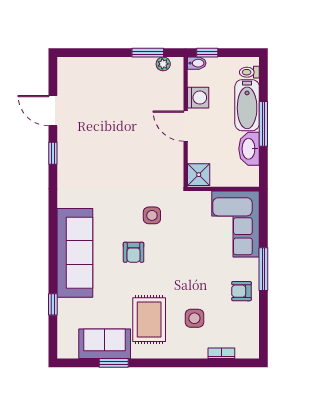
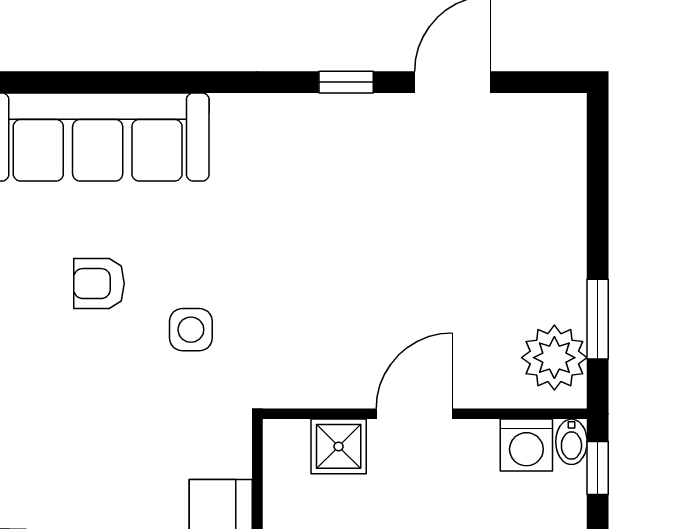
plant: (163, 64) -> (554, 358), width x1.88, depth x1.88
washing machine: (198, 98) -> (526, 445), moved
shower: (199, 175) -> (339, 446), moved

